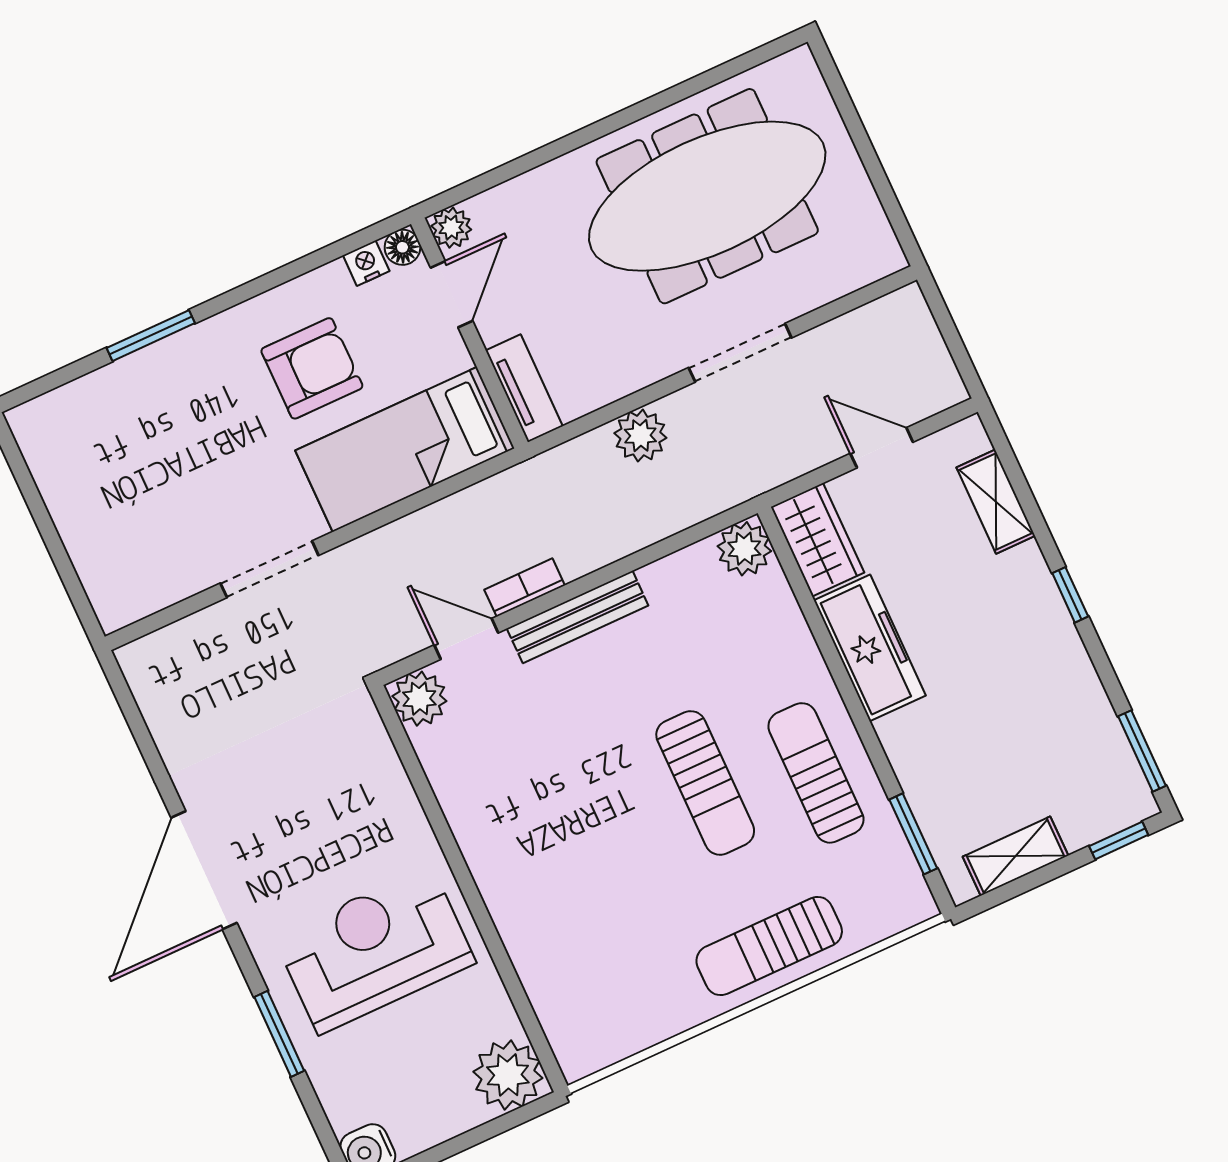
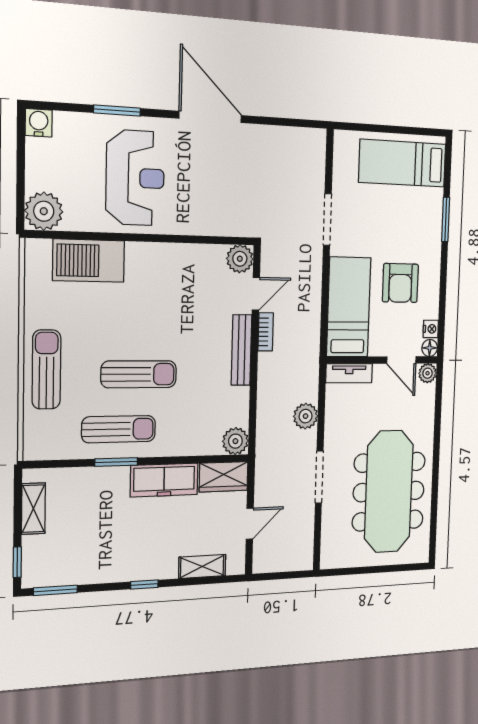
bed: (95, 474) -> (402, 163), added
sun lounger: (705, 783) -> (139, 374), turned 180
window: (913, 834) -> (116, 462), moved
barbecue: (553, 962) -> (89, 261), added

